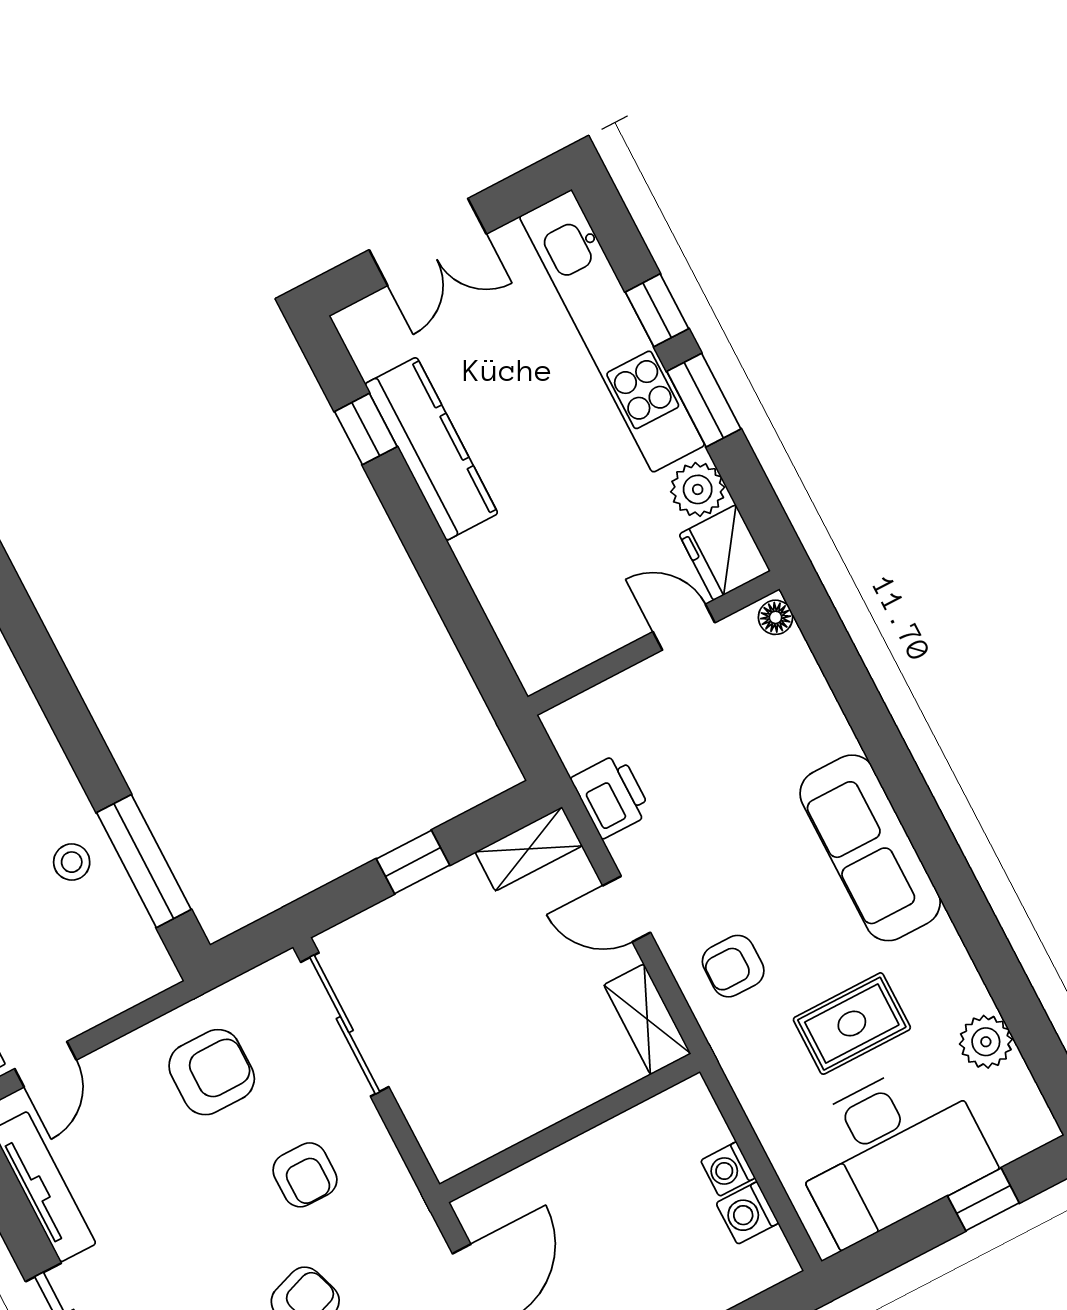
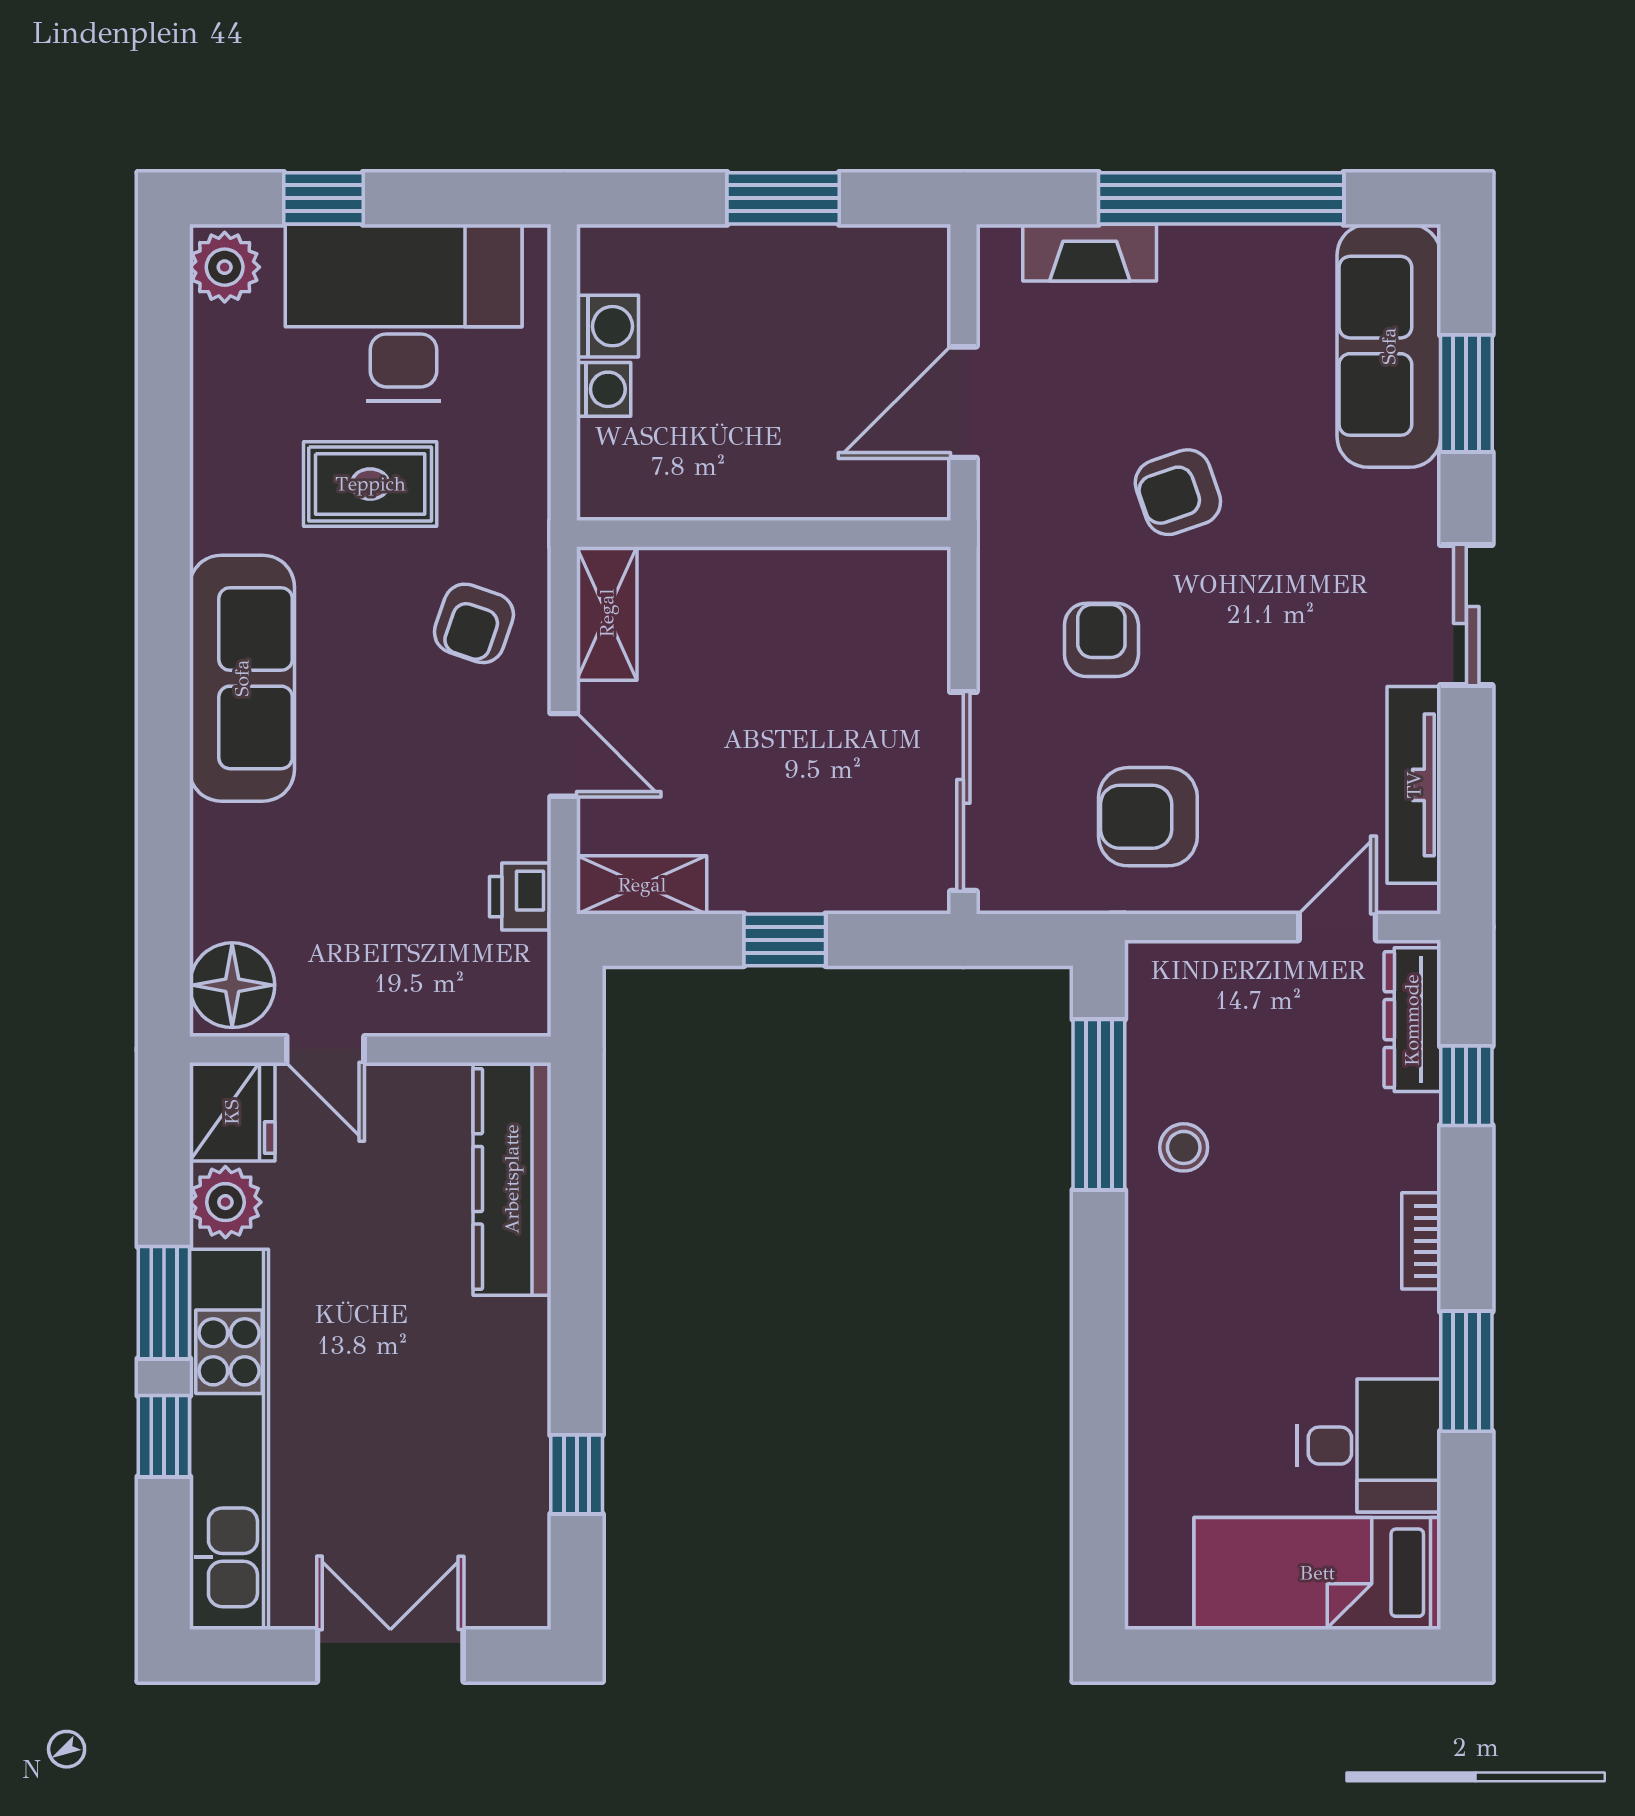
kitchen counter: (431, 449) -> (512, 1179), moved
floor lamp: (776, 617) -> (232, 985), width x1.89, depth x1.89
printer: (611, 796) -> (520, 897), width x0.73, depth x0.81
armchair: (733, 966) -> (474, 623), turned 109
plant: (986, 1042) -> (225, 267), moved

